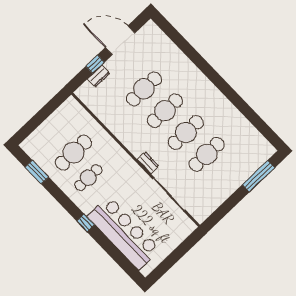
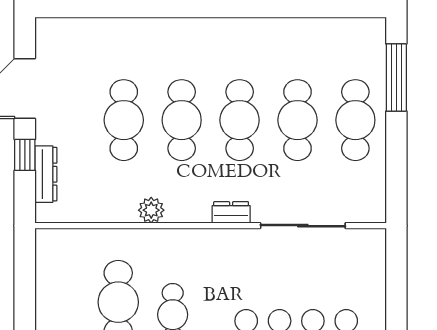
dresser: (99, 76) -> (46, 174), width x1.44
plant: (120, 132) -> (151, 210), added
cafe table: (228, 176) -> (355, 120), added

